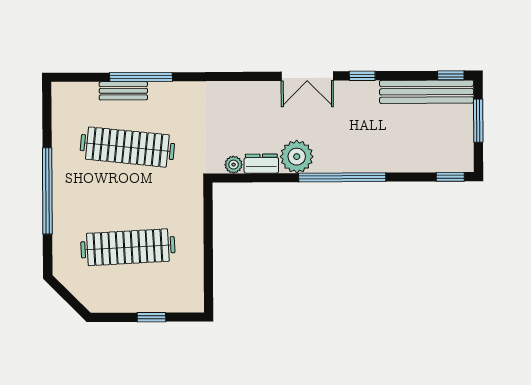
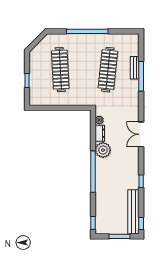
double door: (307, 76) -> (141, 134), moved

